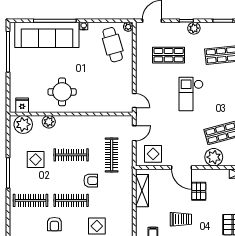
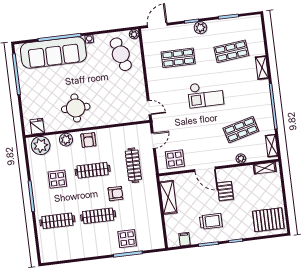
checkout: (191, 94) -> (206, 94), turned -90
plant: (214, 157) -> (241, 159), width x0.53, depth x0.53
armchair: (54, 224) -> (88, 140), moved

